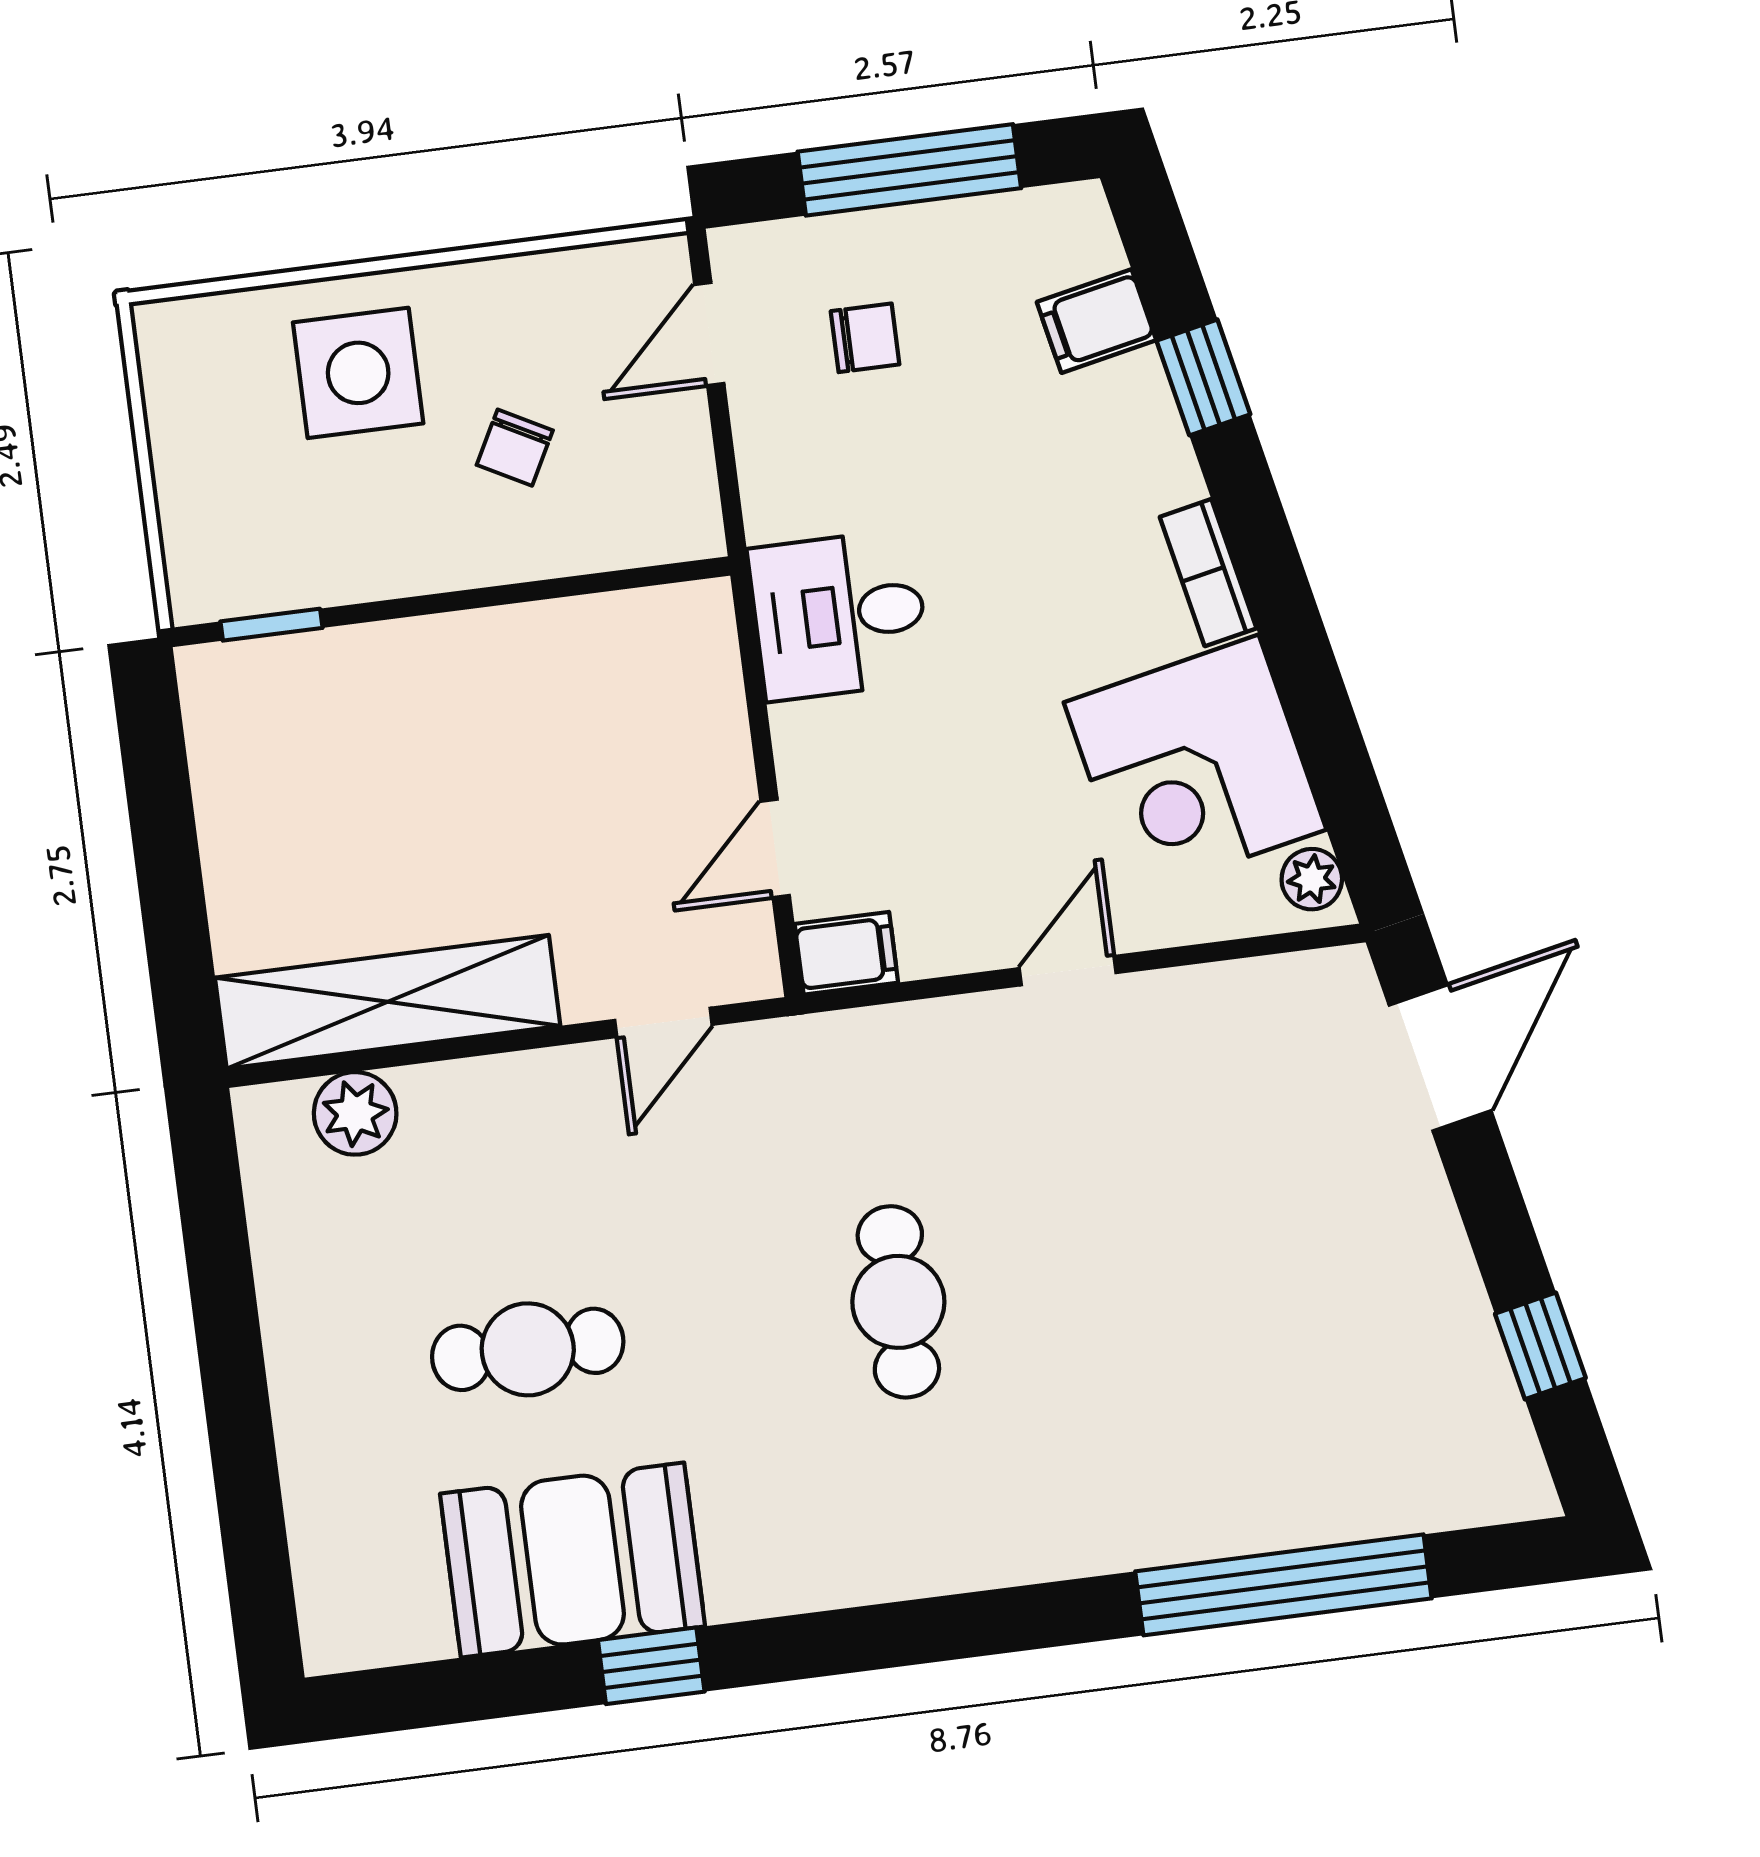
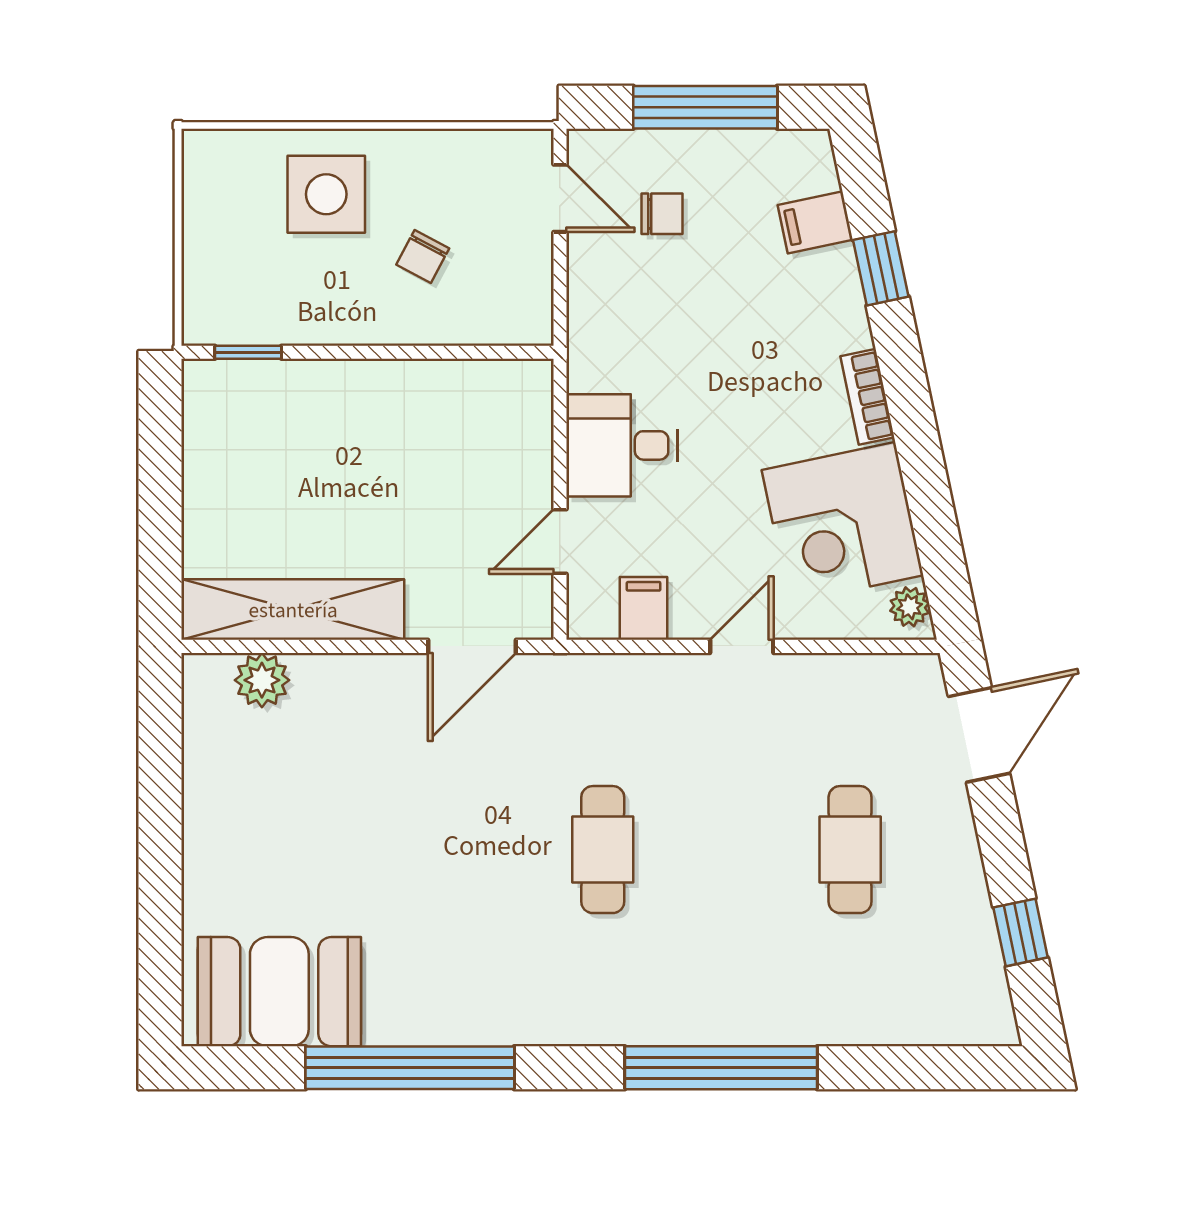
door: (709, 334) -> (560, 198), swing flipped
desk: (839, 615) -> (622, 445), moved
filing cabinet: (846, 953) -> (644, 608), moved, turned -90
door: (663, 1022) -> (472, 646), width x1.37
cafe table: (528, 1349) -> (850, 850), moved, turned 90
booth: (573, 1560) -> (279, 992), moved
window: (1283, 1585) -> (721, 1068), moved
window: (651, 1666) -> (410, 1068), width x3.17

